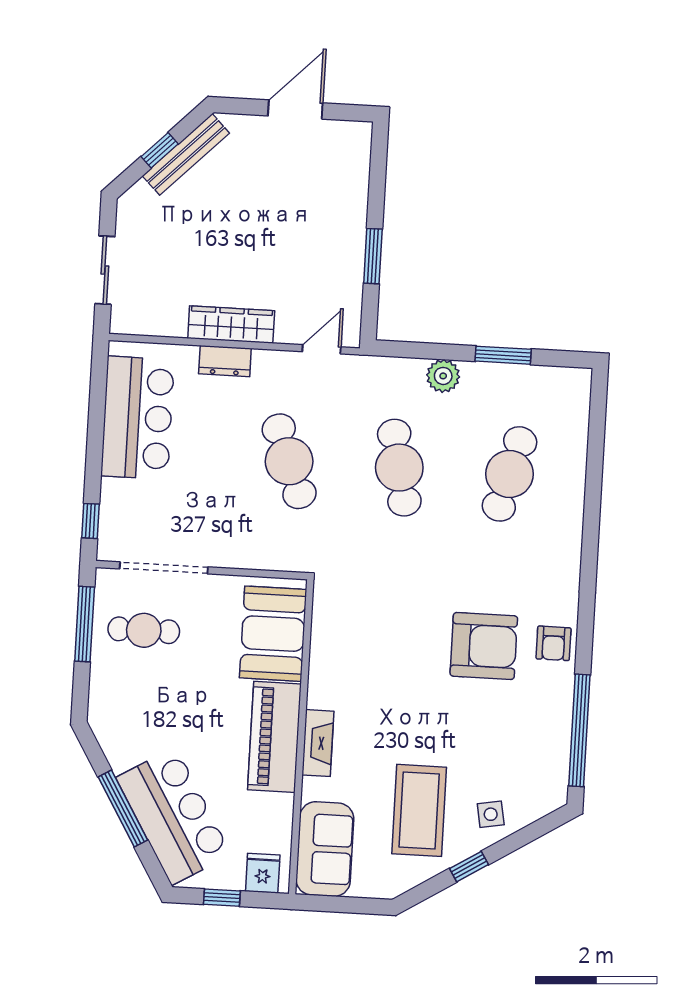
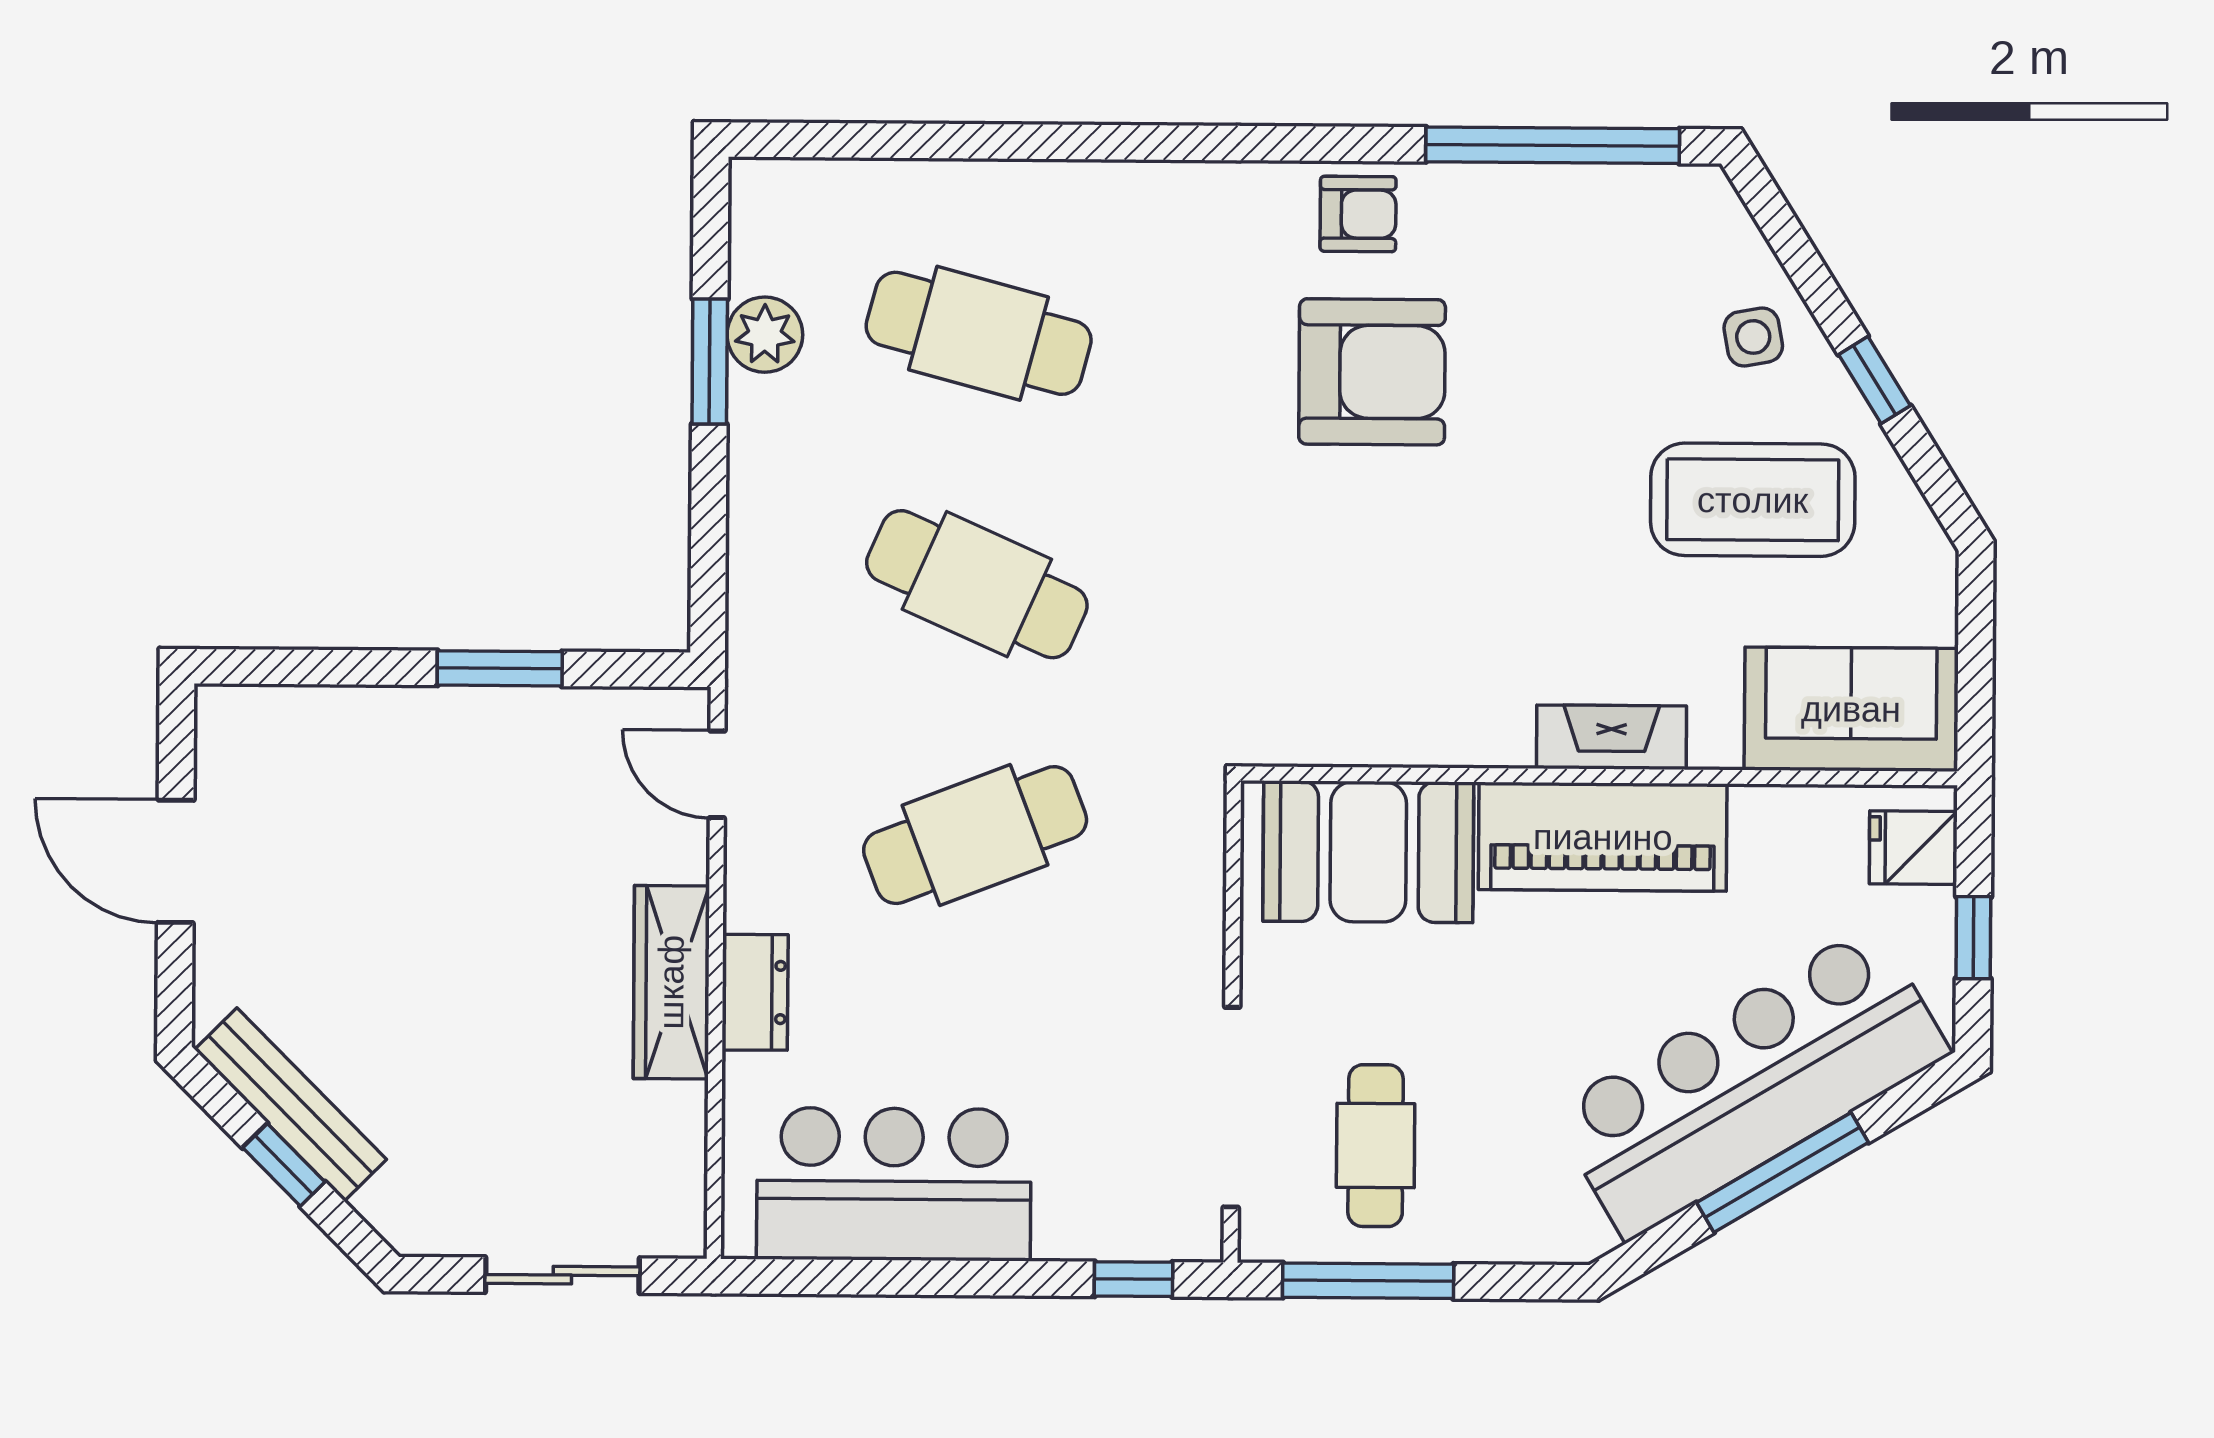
plant: (443, 376) -> (765, 335), moved
cafe table: (399, 468) -> (977, 584), turned 36
armchair: (484, 646) -> (1372, 372), turned 90
bar counter: (174, 816) -> (1750, 1082), width x1.36

